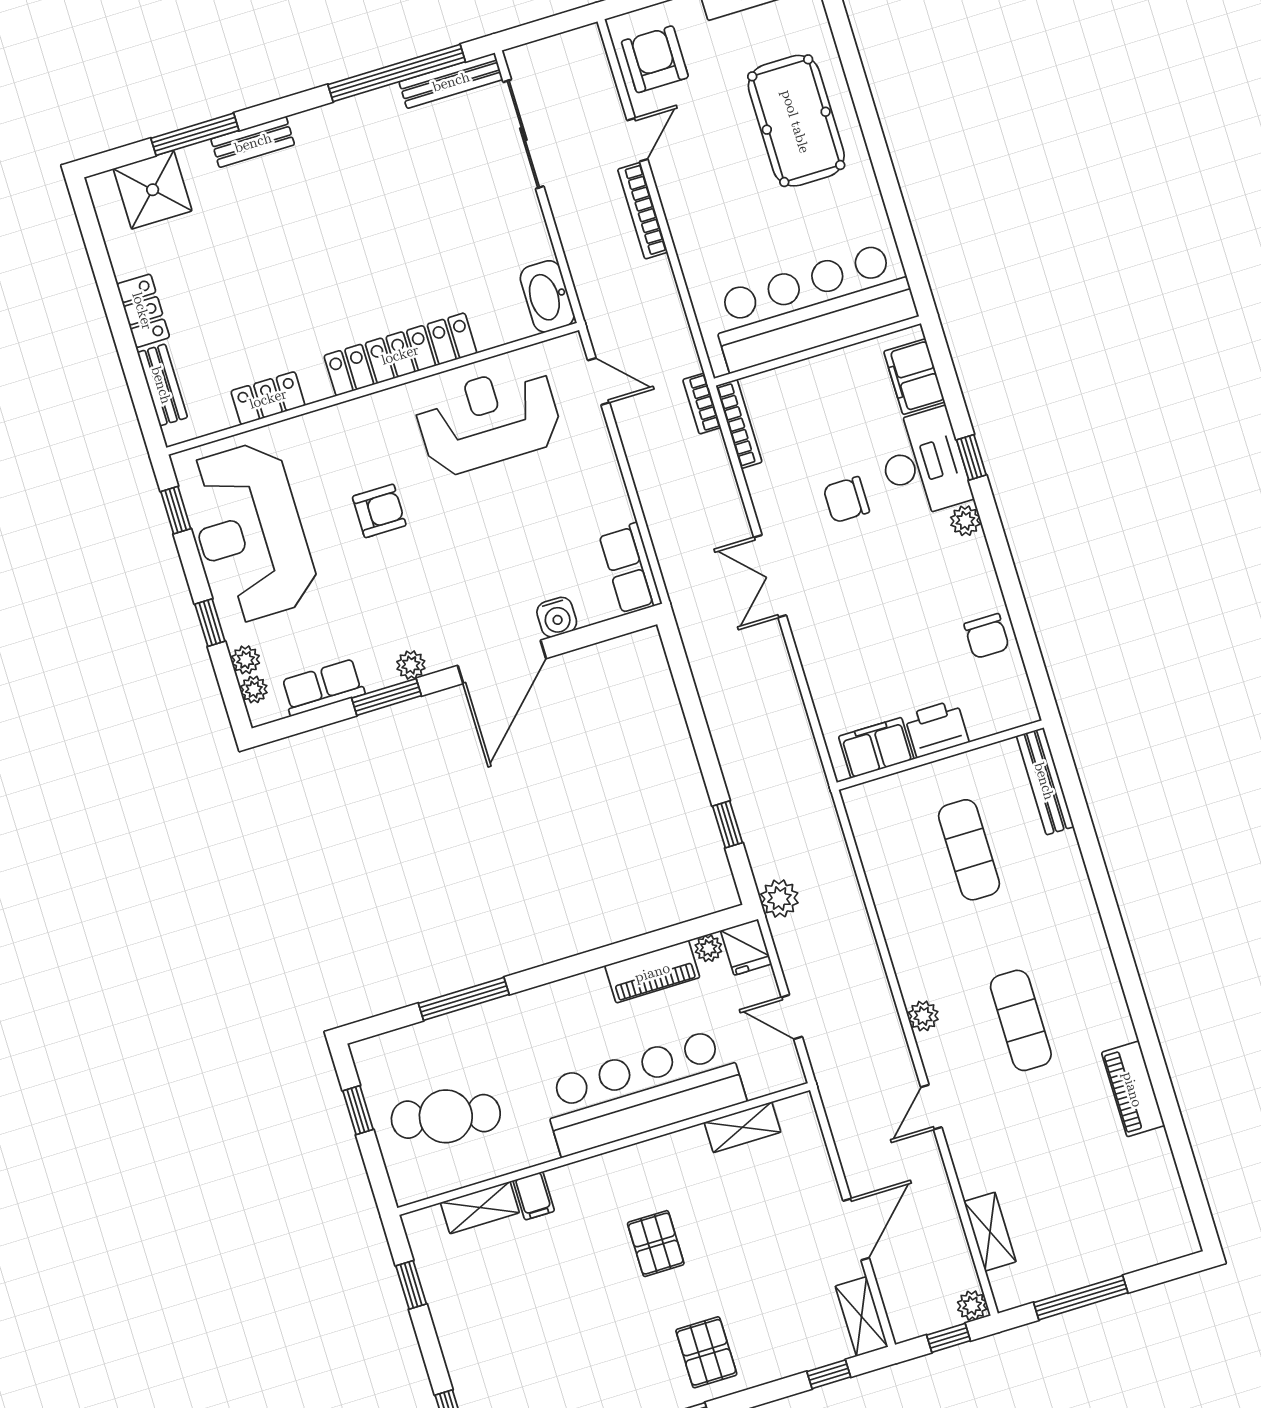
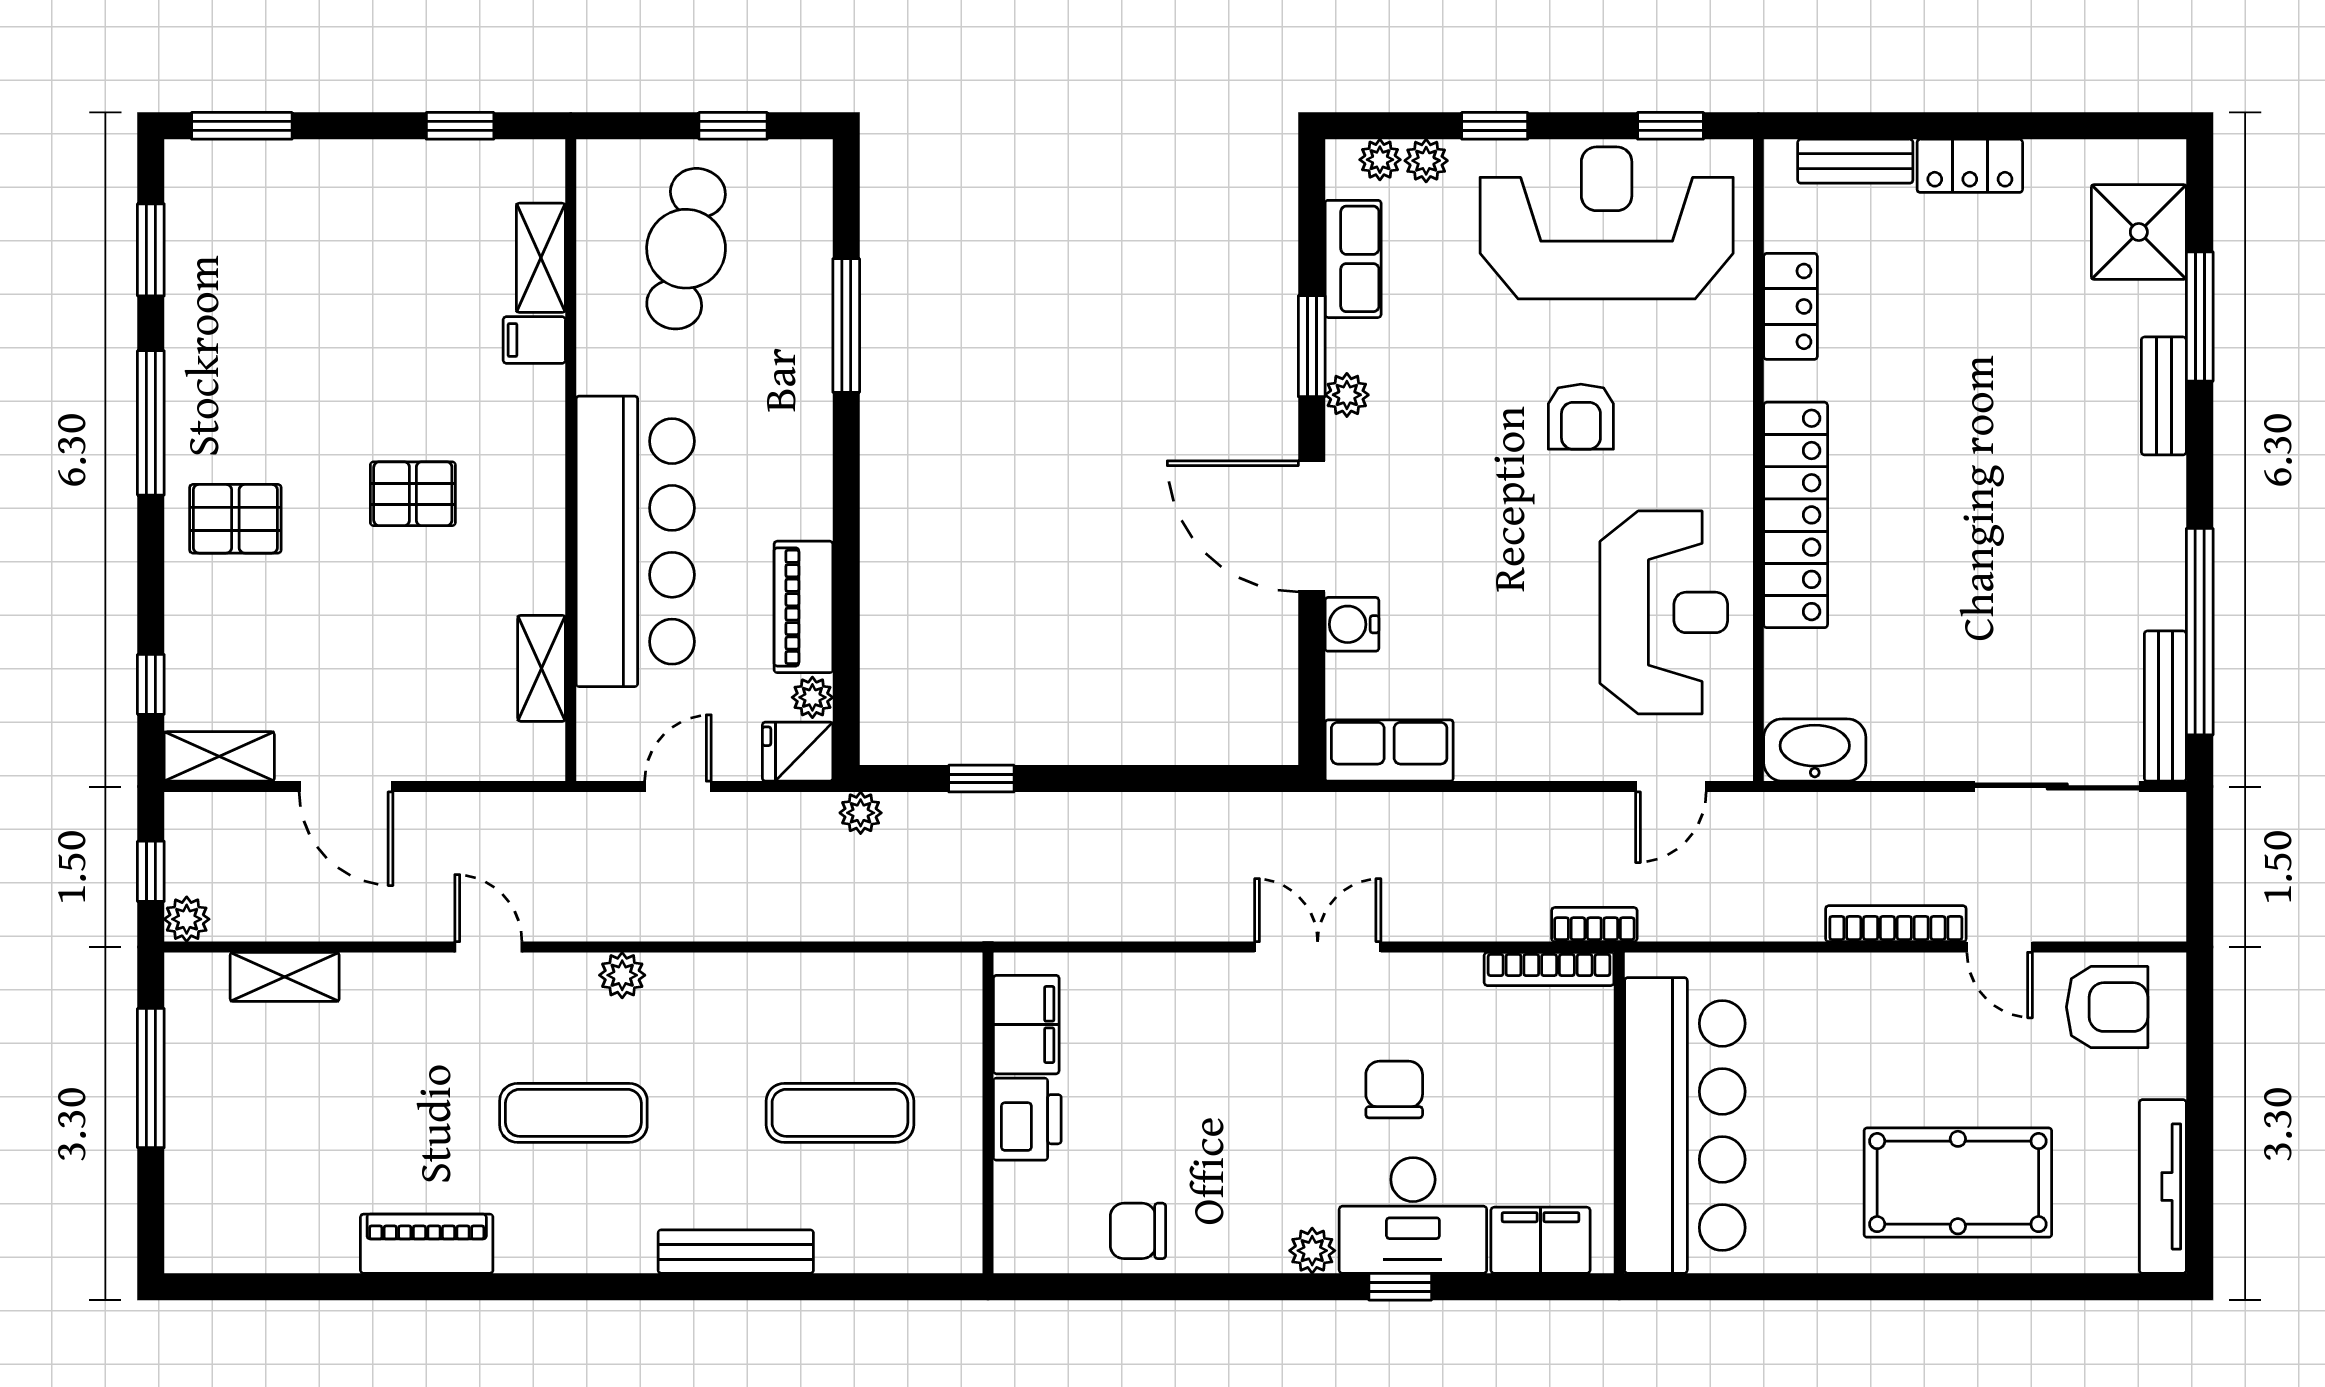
bench: (1045, 781) -> (736, 1252), moved
plant: (779, 898) -> (861, 813), width x0.73, depth x0.73

